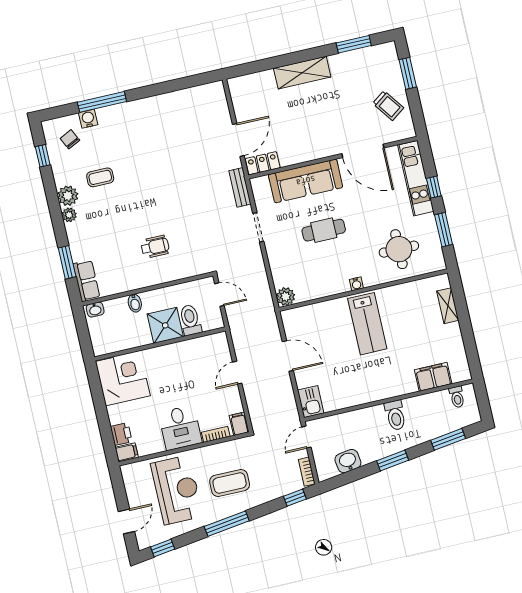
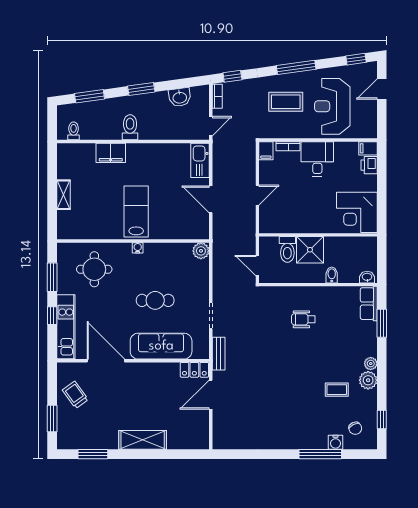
shelving: (448, 306) -> (63, 195), moved
filing cabinet: (433, 377) -> (111, 153), moved
kitchen sink: (311, 402) -> (200, 160), width x1.38

